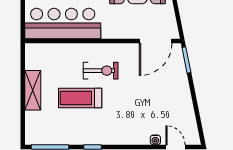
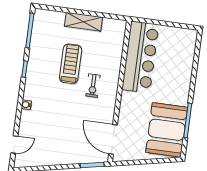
exercise bike: (101, 71) -> (93, 86), width x0.73, depth x0.72
water cooler: (155, 140) -> (26, 105), moved

